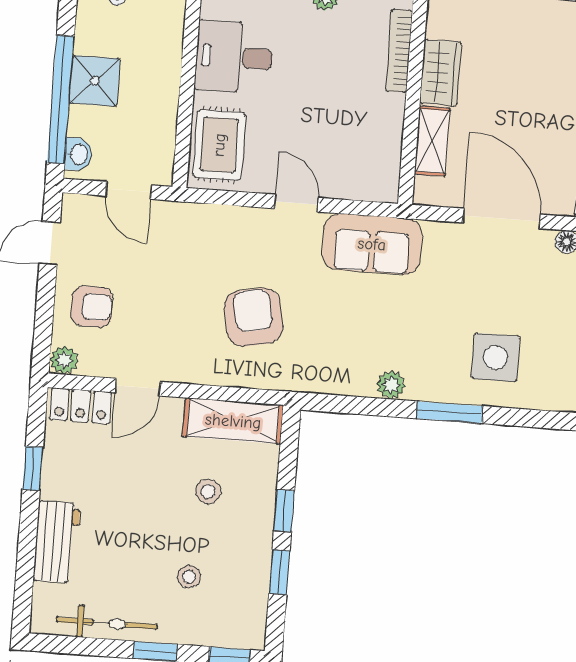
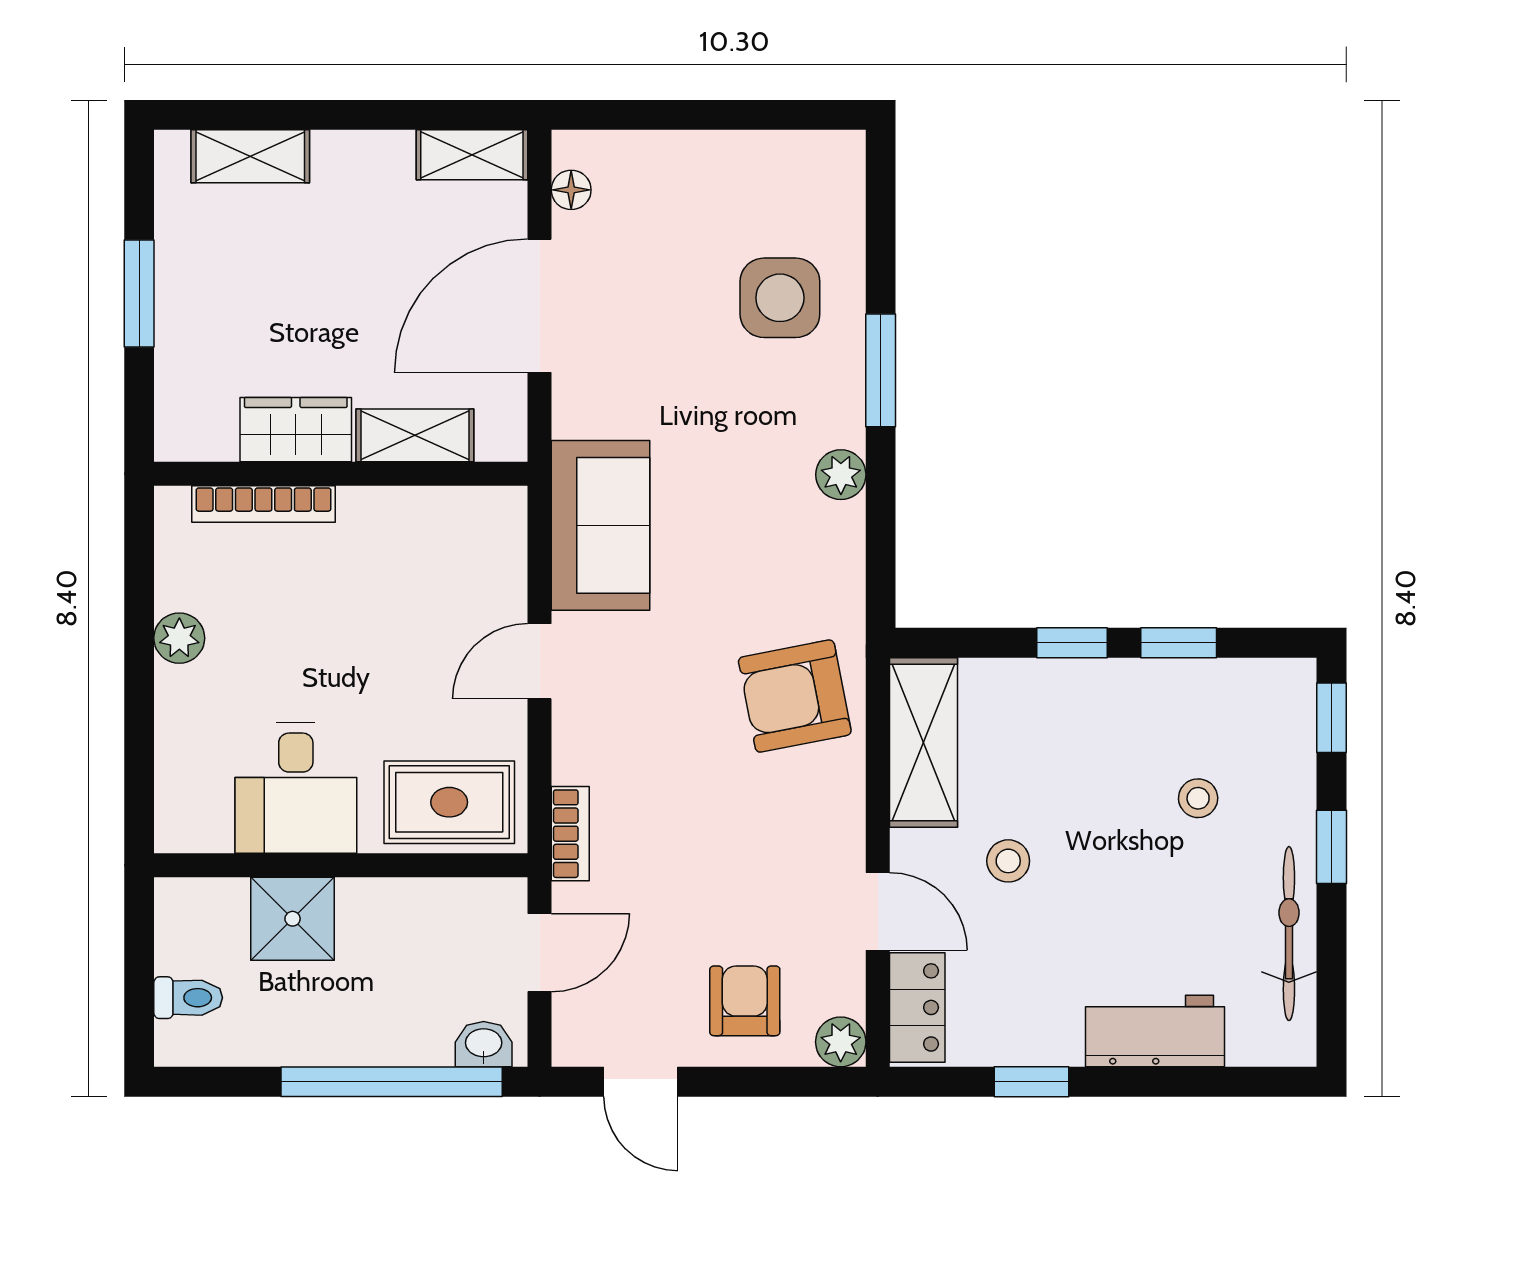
shower: (95, 81) -> (293, 919), moved
bookcase: (196, 213) -> (570, 834), added
armchair: (254, 317) -> (795, 696), moved
stool: (208, 491) -> (1008, 861), moved

